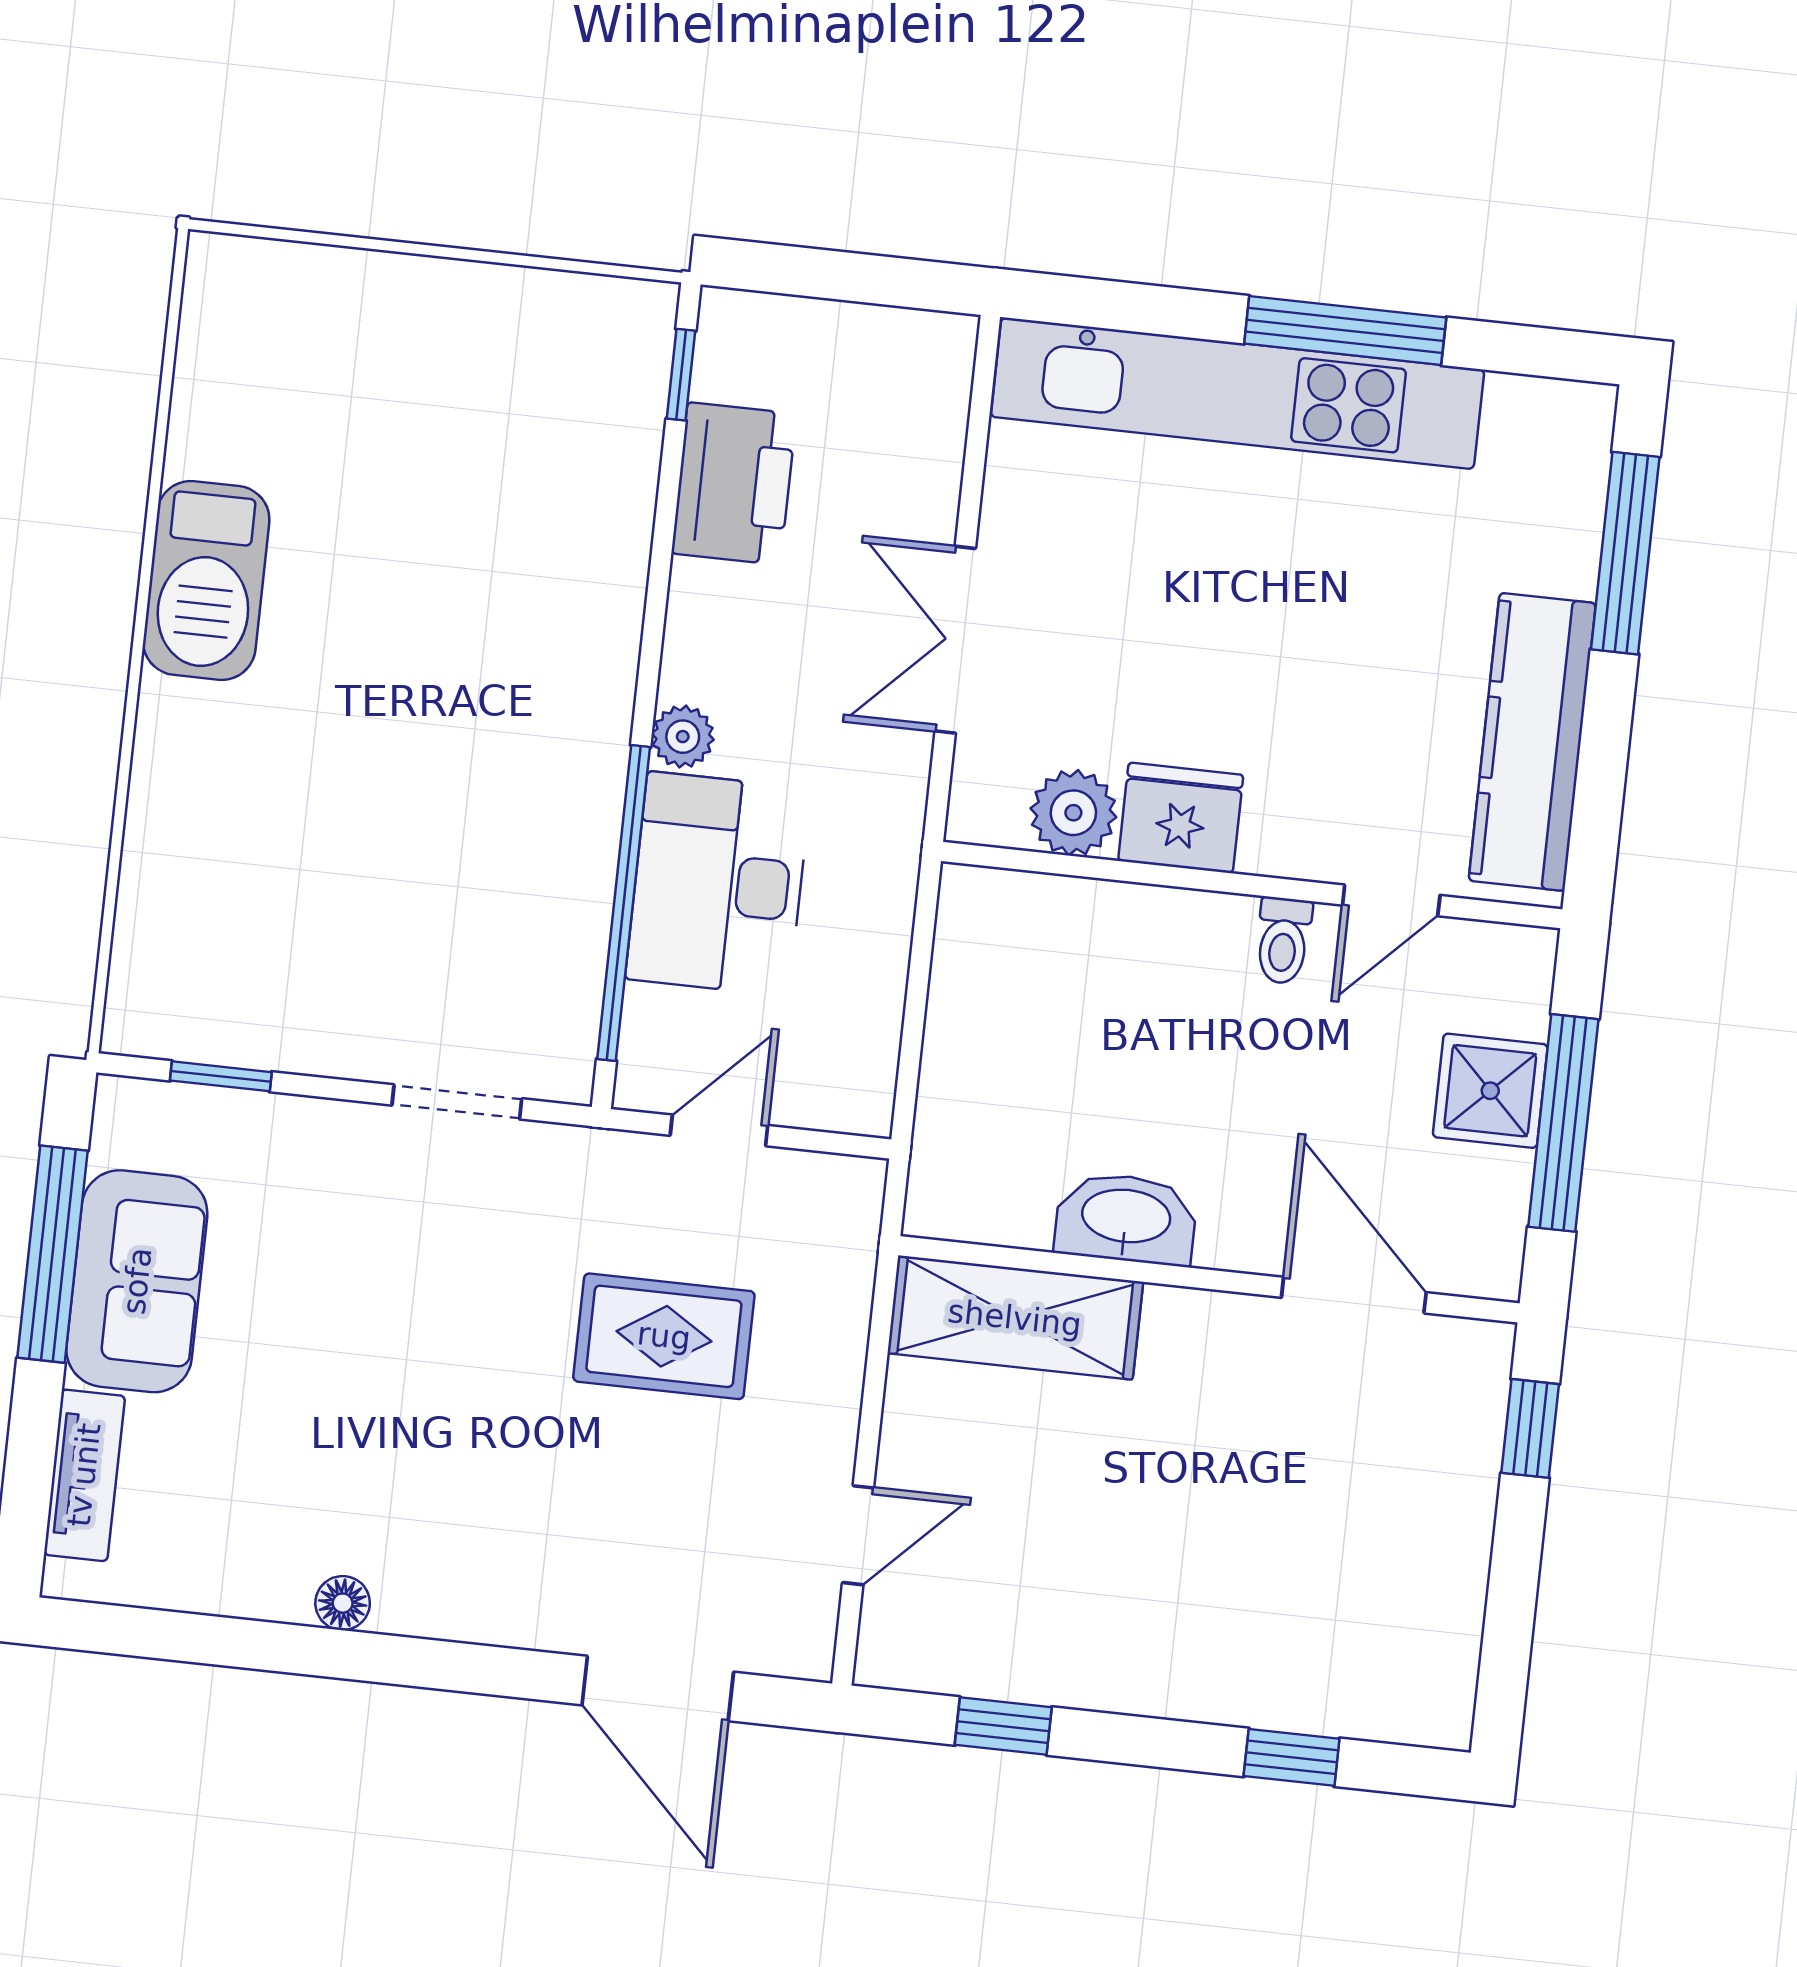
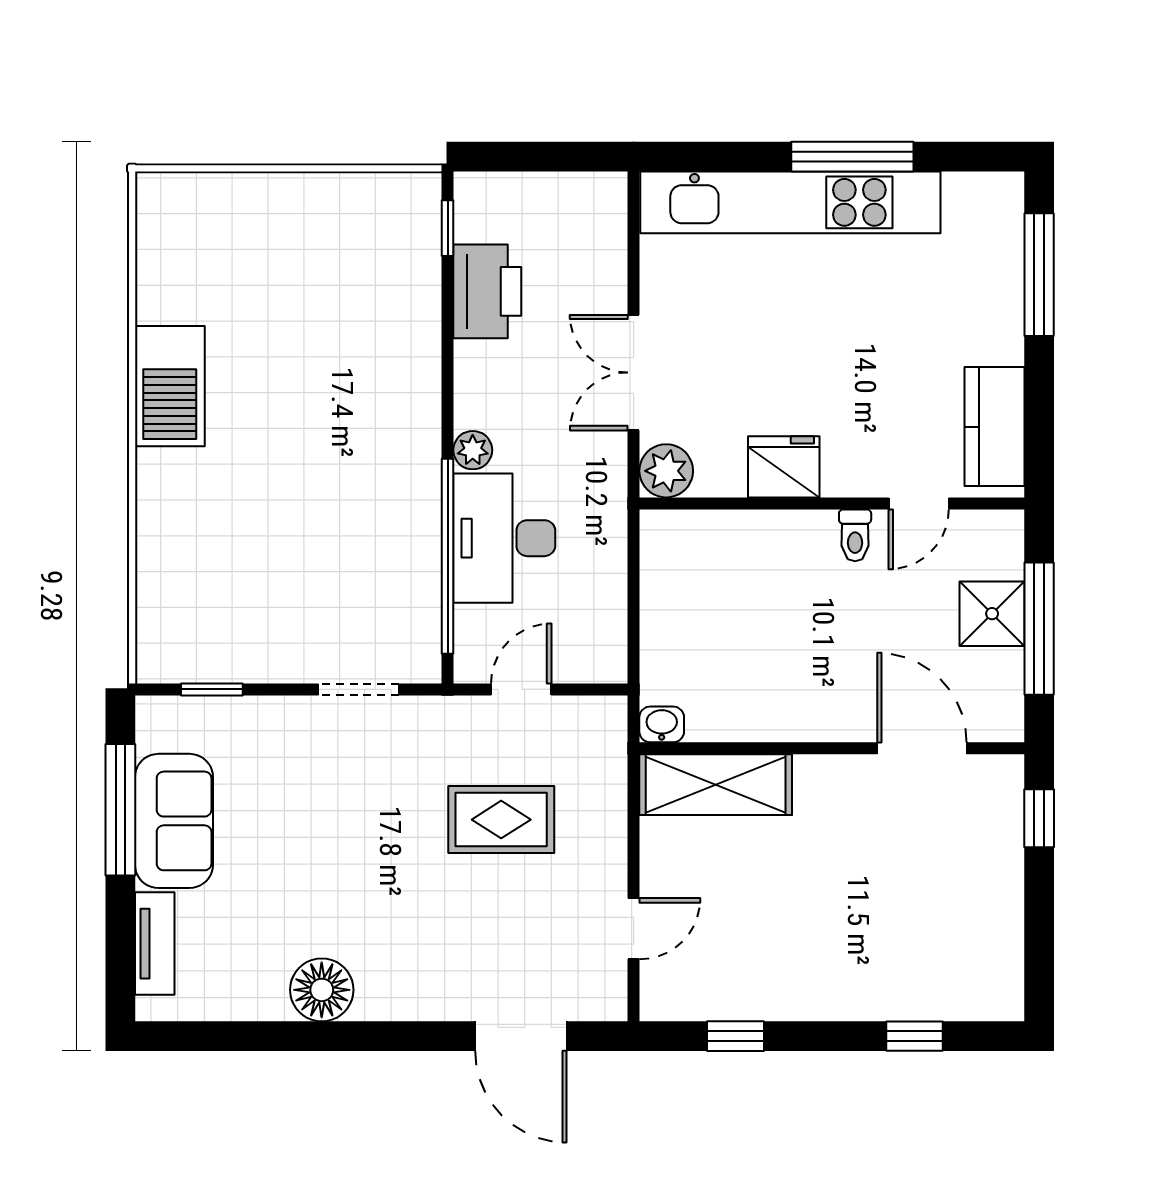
kitchen counter: (1532, 742) -> (995, 427), width x0.67
plant: (1073, 813) -> (666, 471), moved
washbasin: (1126, 1218) -> (662, 724), moved, width x0.52, depth x0.69
floor lamp: (343, 1603) -> (322, 990), width x1.89, depth x1.89

